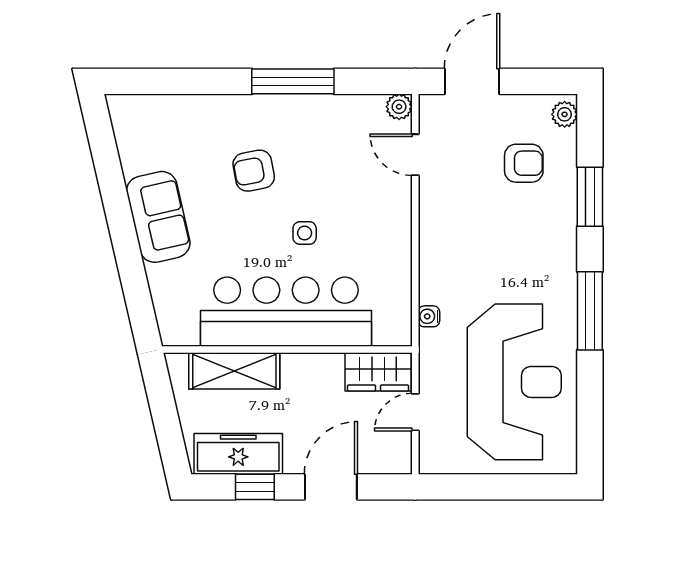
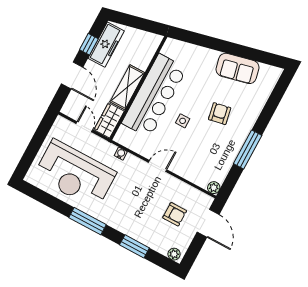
door: (415, 155) -> (158, 166), moved
armchair: (524, 163) -> (175, 214), moved, turned -90
sofa: (158, 217) -> (238, 68), moved
shelving: (234, 371) -> (127, 87), moved

